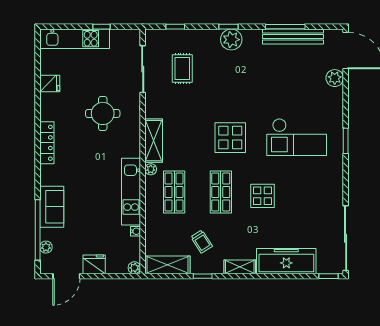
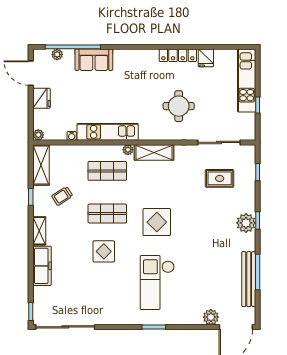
locker: (47, 143) -> (178, 55), moved
freezer: (286, 261) -> (42, 266), width x0.73, depth x0.79

